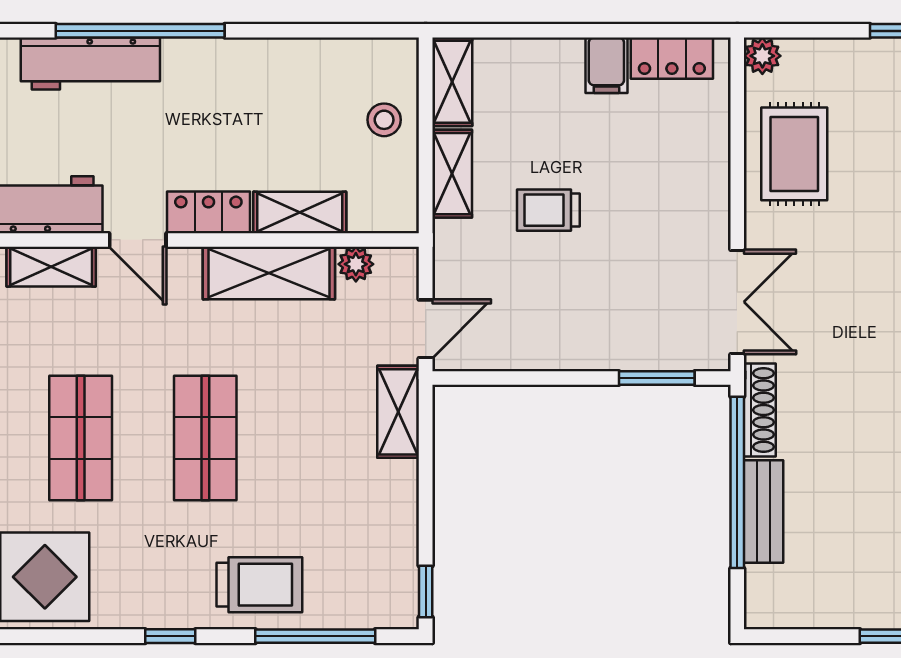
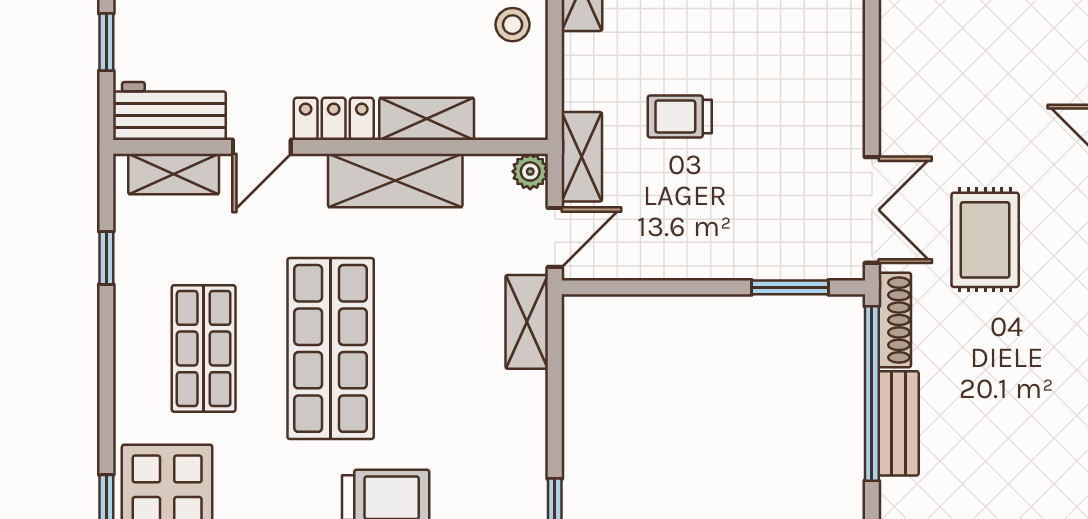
rug: (794, 154) -> (985, 240), moved
shelving: (452, 174) -> (582, 157), moved
door: (138, 240) -> (262, 147), hinge flipped
plant: (356, 264) -> (530, 171), moved
shop shelf: (205, 438) -> (331, 348), width x1.43, depth x1.36

